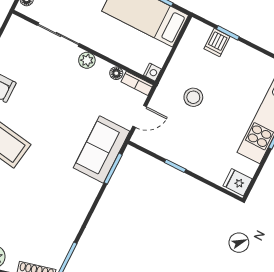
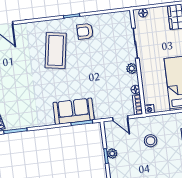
sofa: (102, 150) -> (74, 111), moved
plant: (177, 156) -> (112, 154), added

